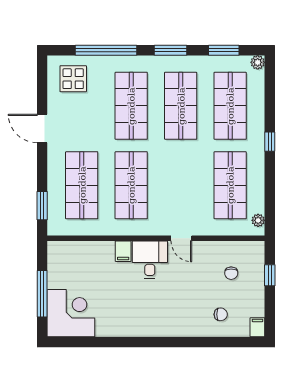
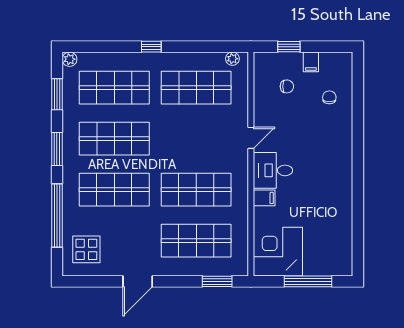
corner desk: (71, 313) -> (278, 252), moved
filing cabinet: (257, 327) -> (311, 62), moved, turned -90

